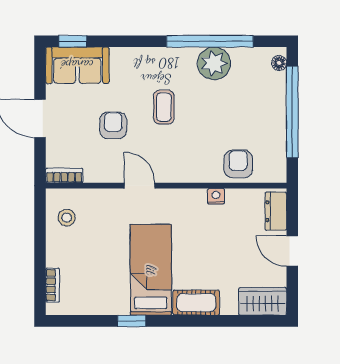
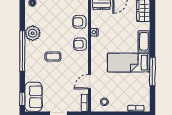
window: (210, 41) -> (22, 51), moved
armchair: (113, 125) -> (80, 44), moved
door: (140, 186) -> (90, 82), moved
window: (132, 321) -> (152, 71), width x2.17

